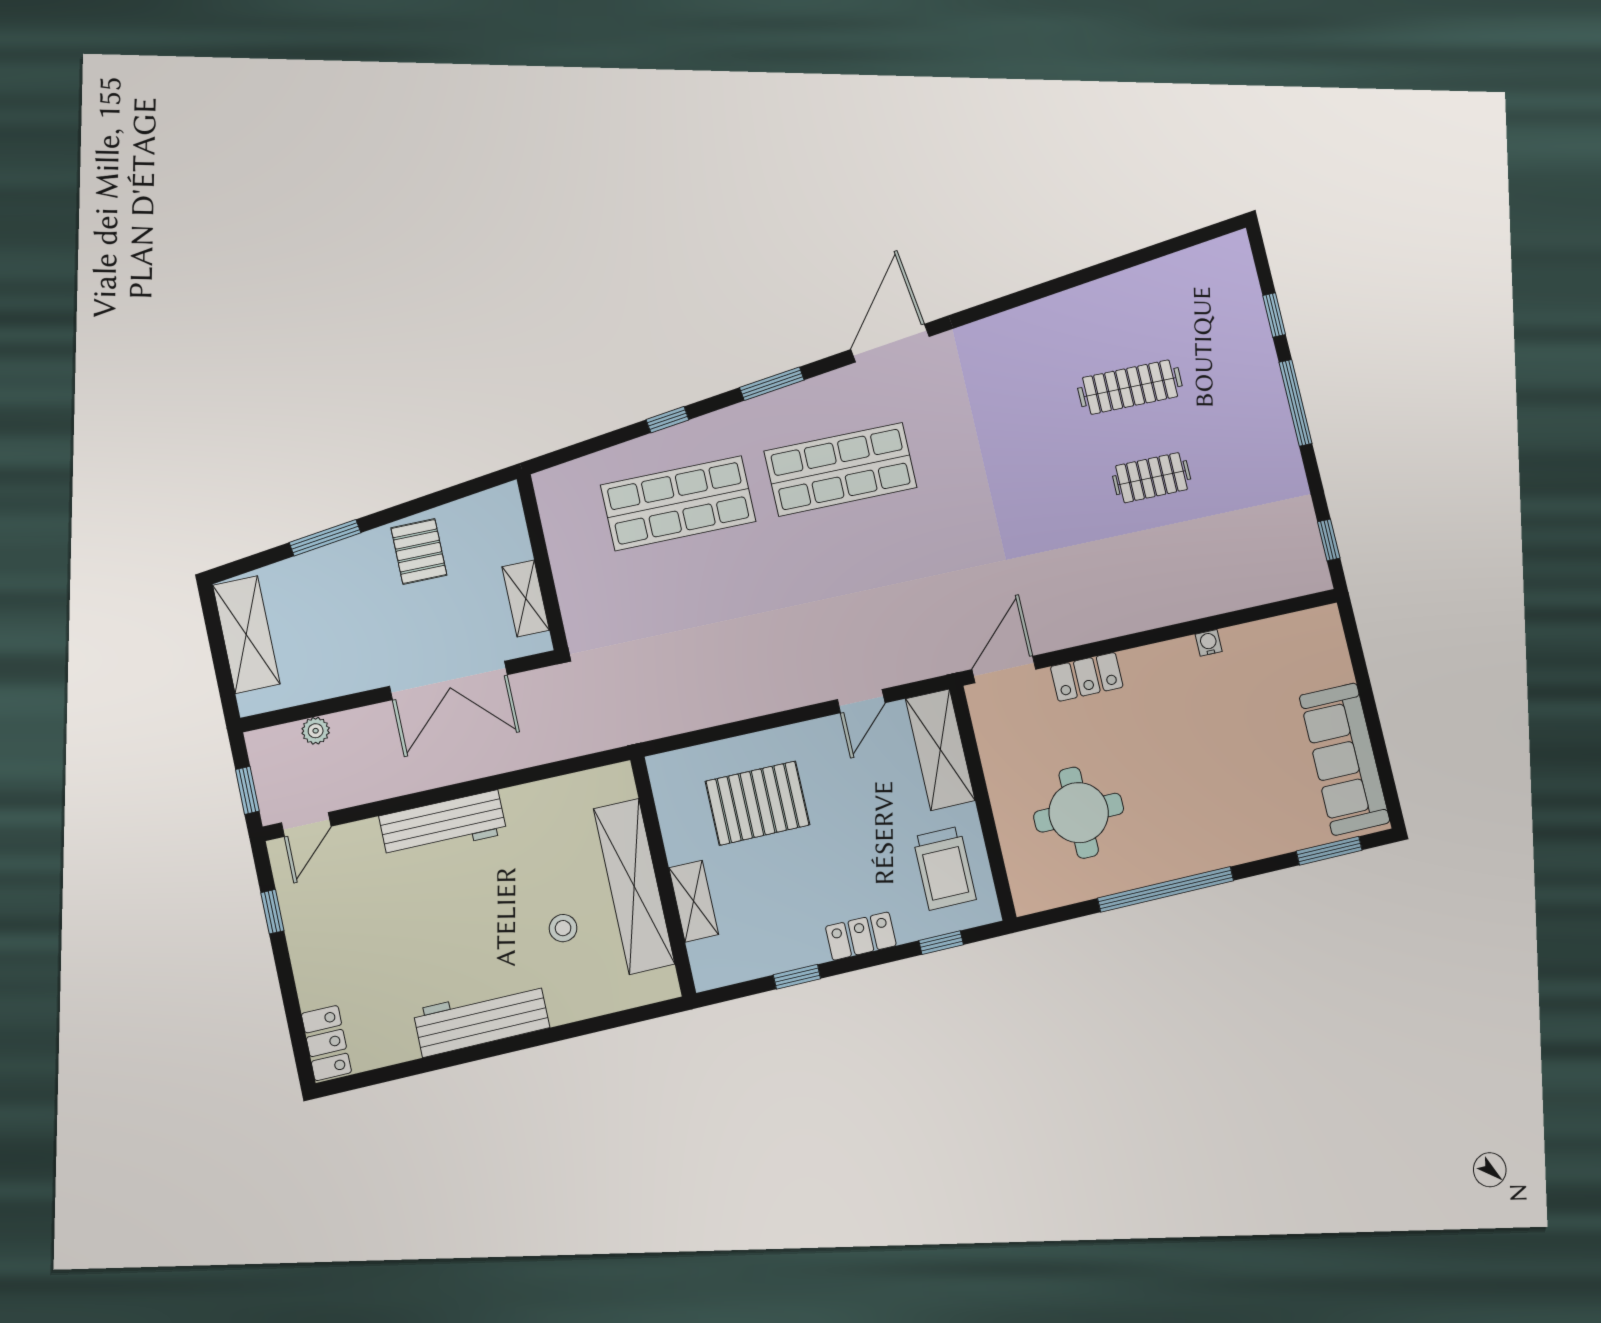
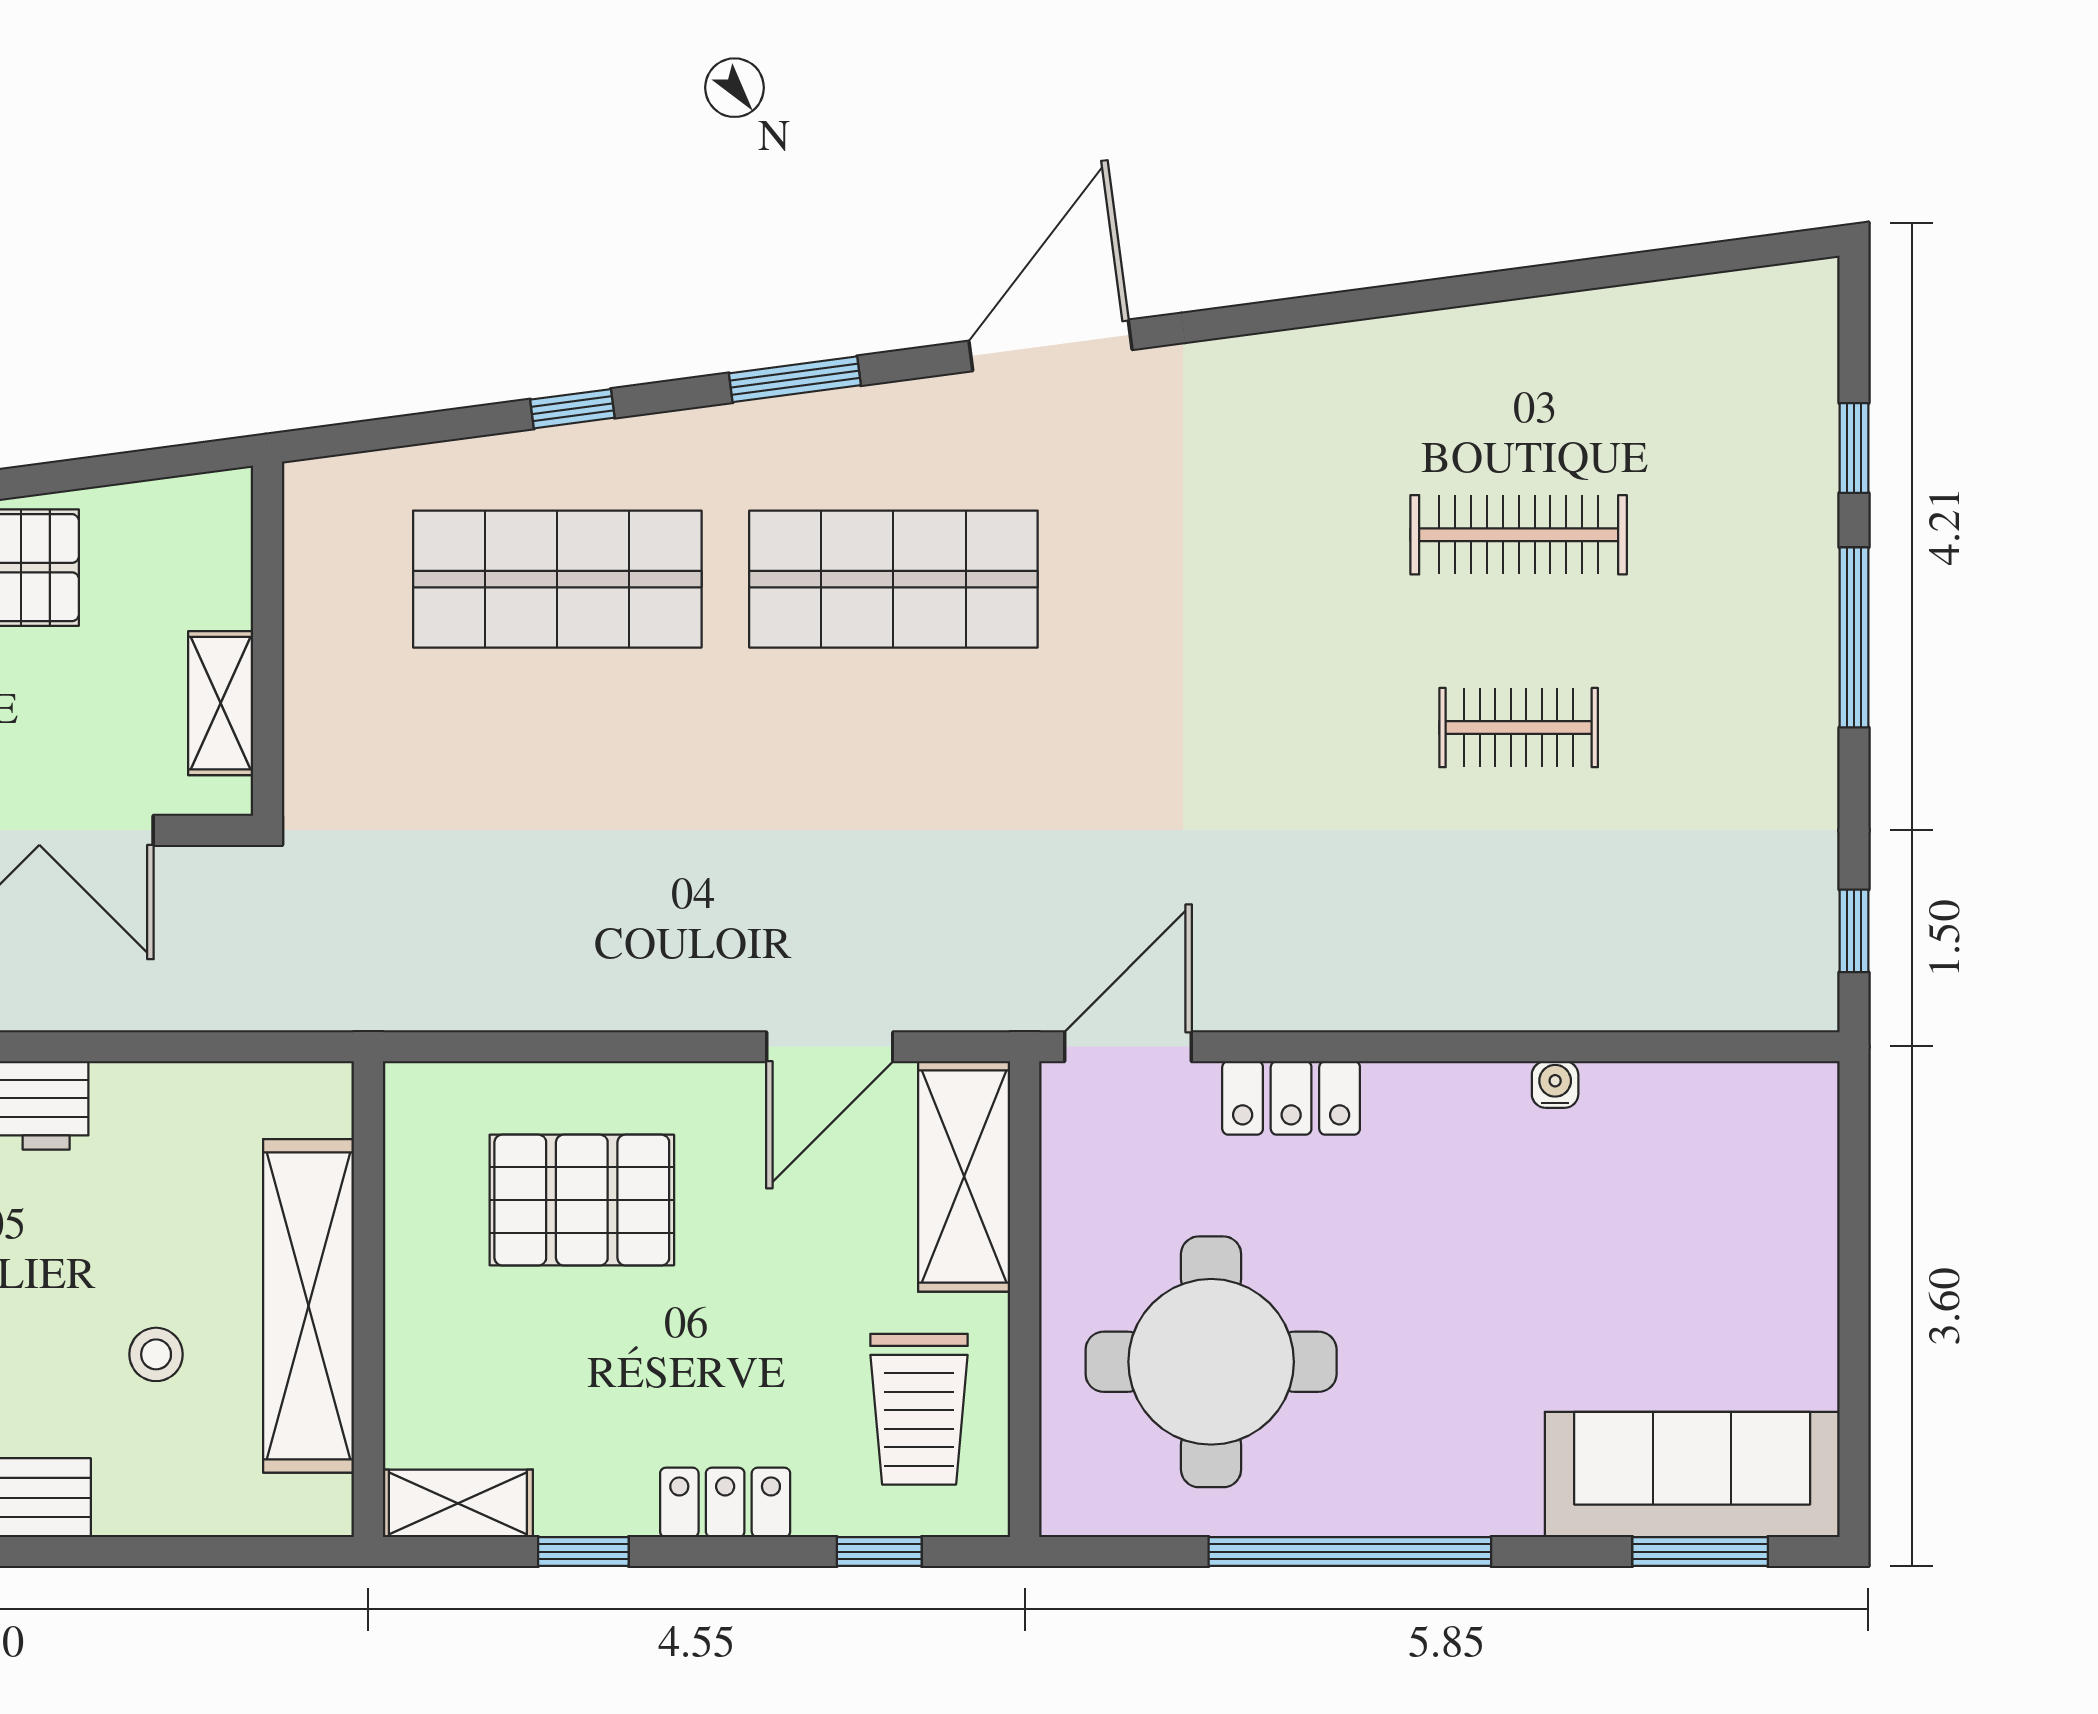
door: (861, 701) -> (830, 1047), width x1.38
sofa: (1345, 759) -> (1692, 1475), moved, turned 90
round table: (1079, 813) -> (1211, 1362), width x1.36, depth x1.36
shelving: (694, 901) -> (458, 1503), moved, turned 90

